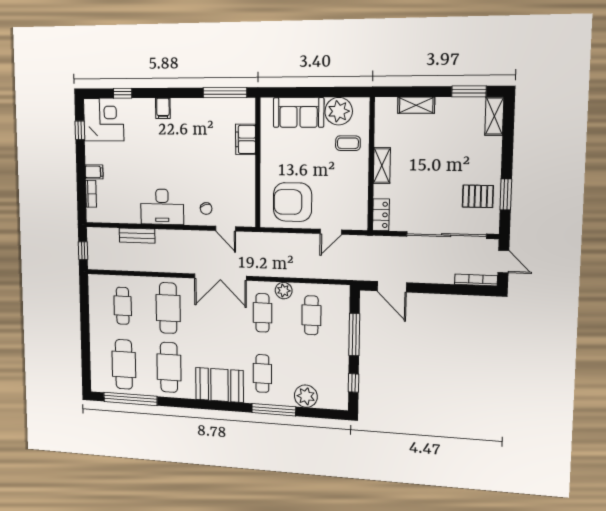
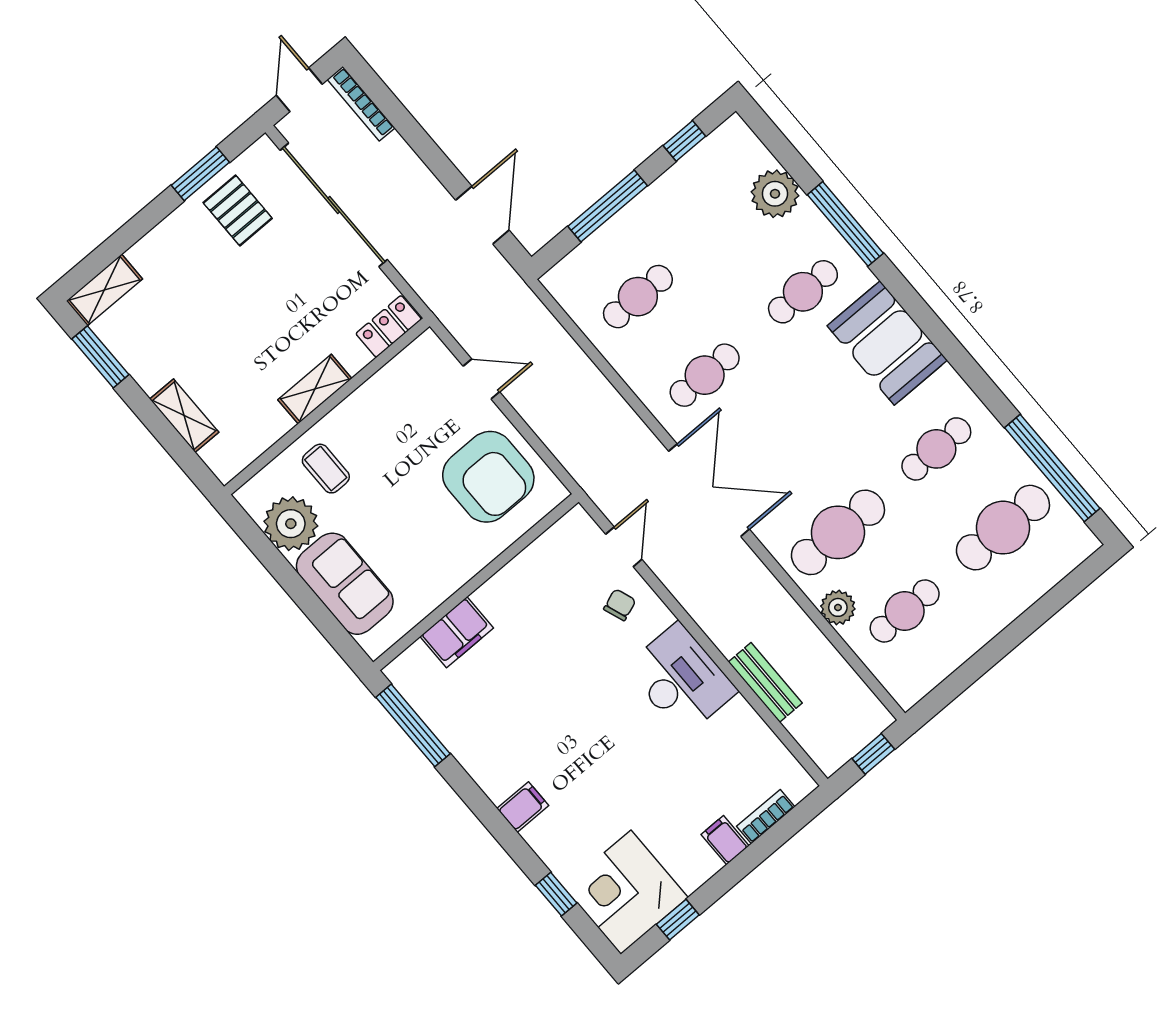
plant: (284, 291) -> (838, 607), moved
cafe table: (169, 367) -> (936, 449), width x0.73, depth x0.74

